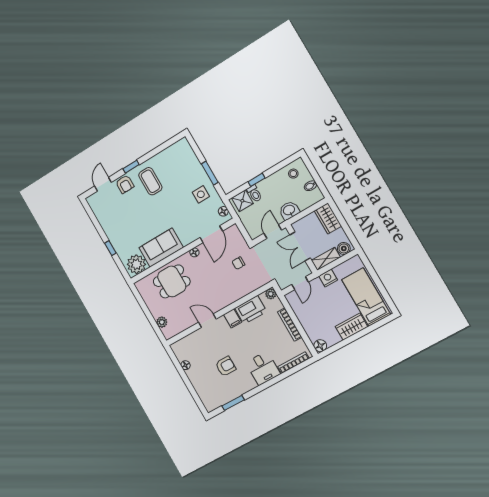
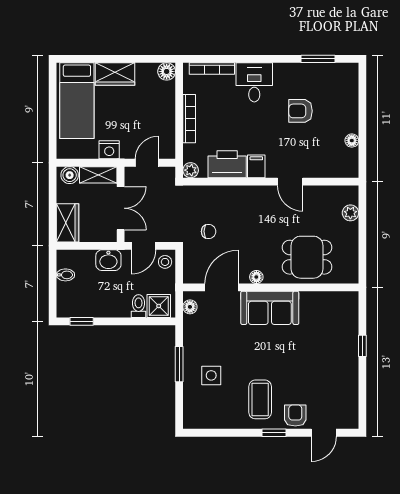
stool: (293, 174) -> (165, 262), moved
window: (257, 180) -> (82, 321), moved
side table: (201, 194) -> (211, 375), moved
sofa: (161, 248) -> (270, 308), moved
plant: (136, 264) -> (340, 305), removed

